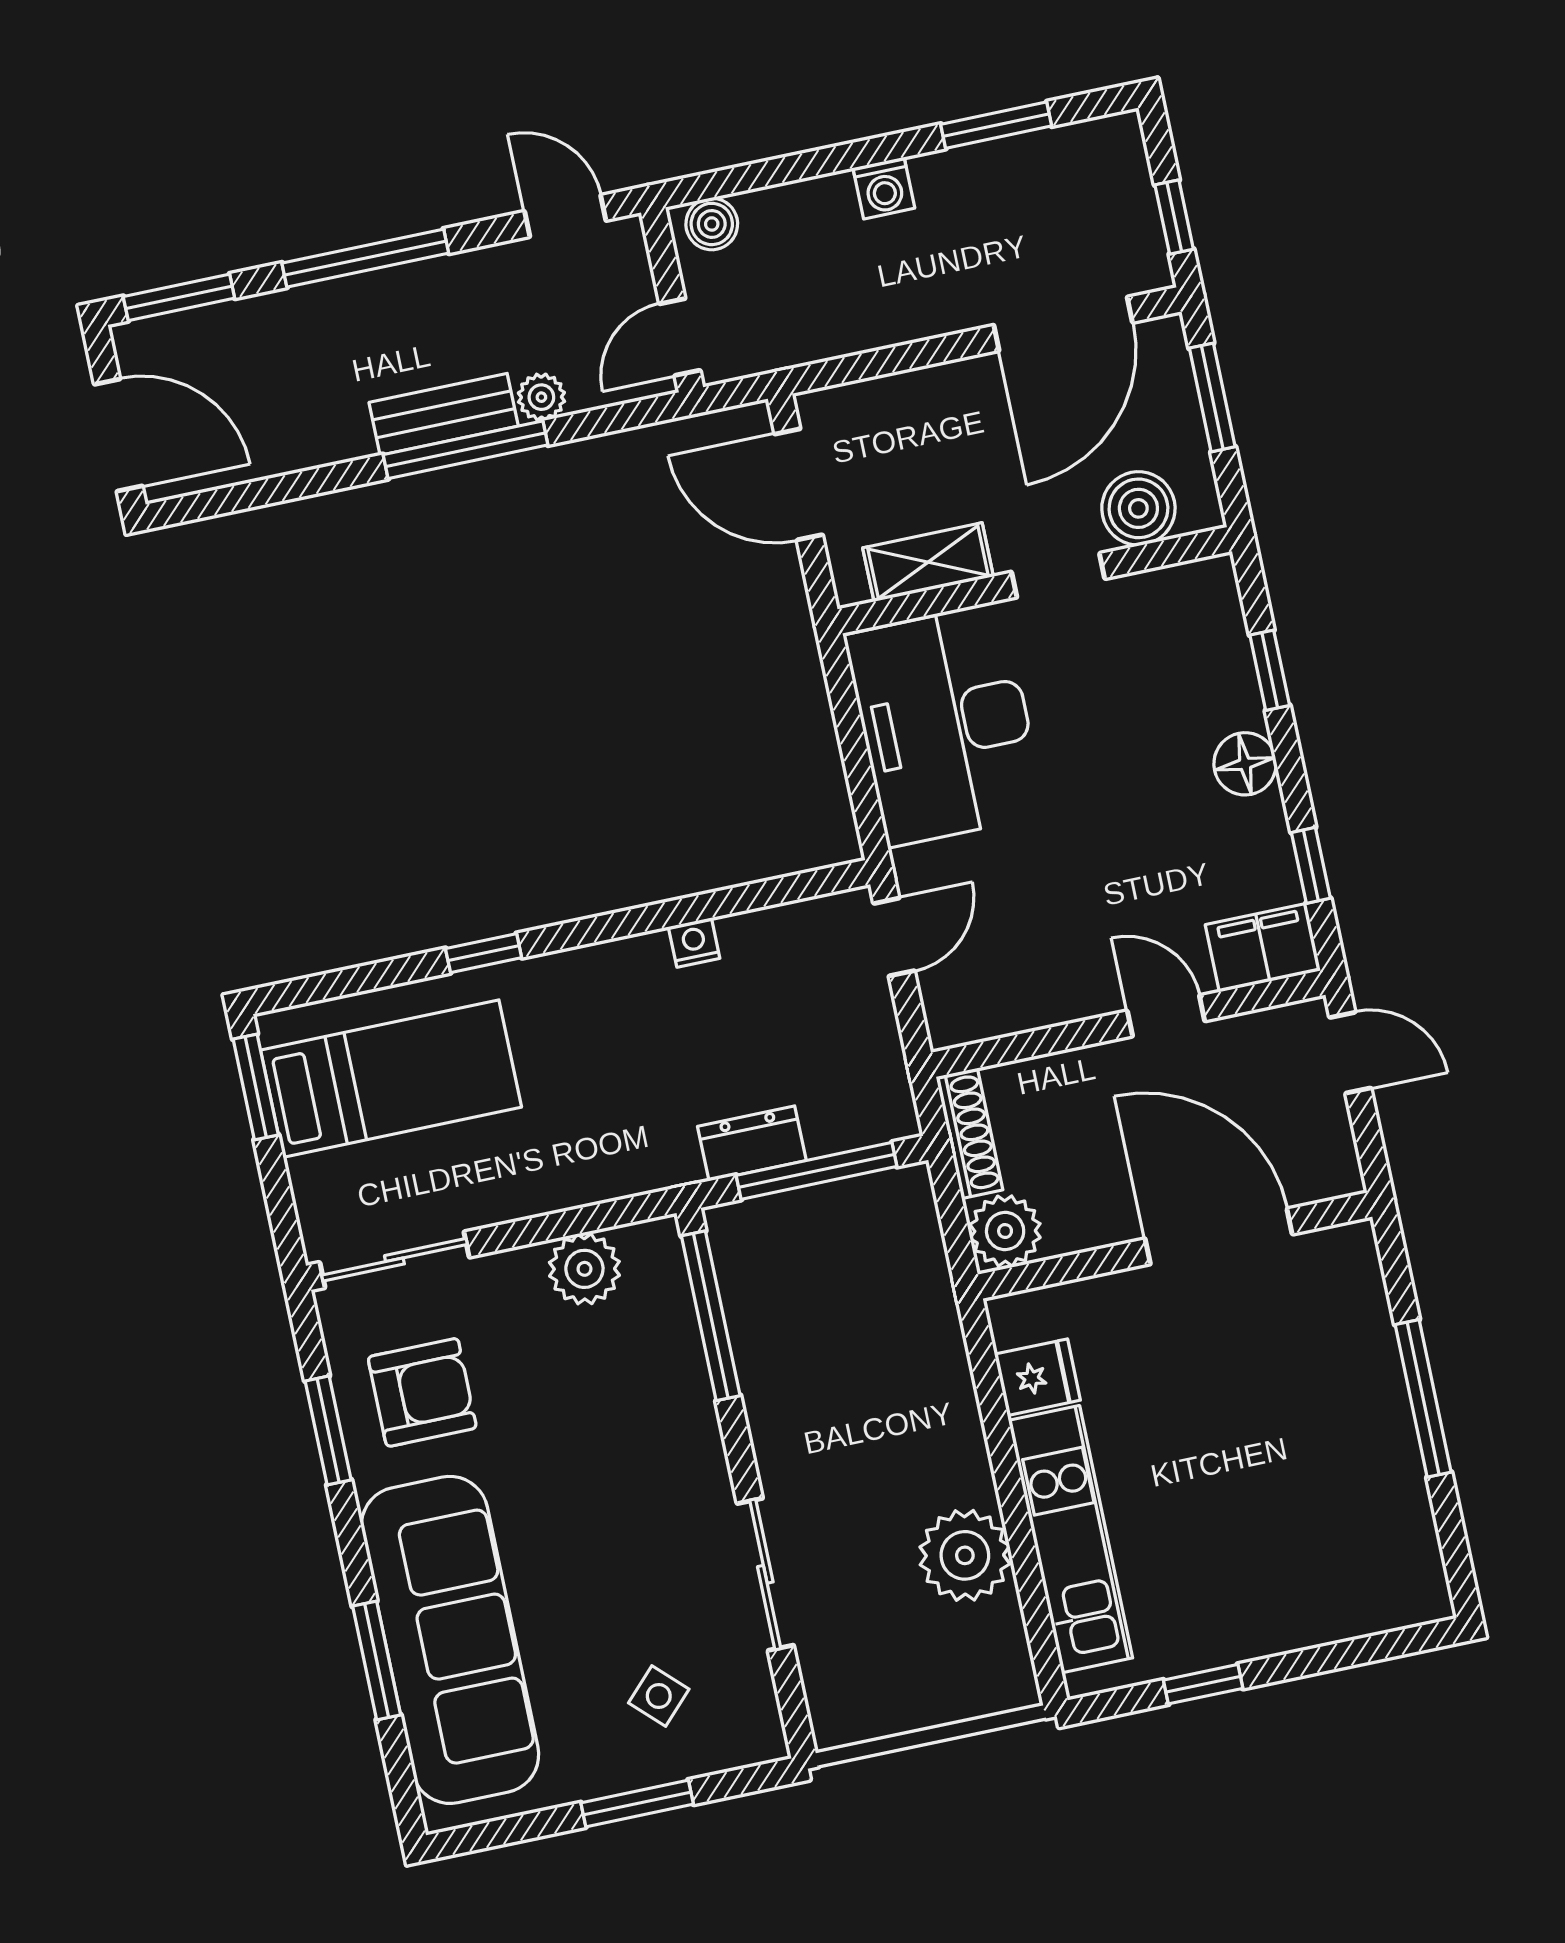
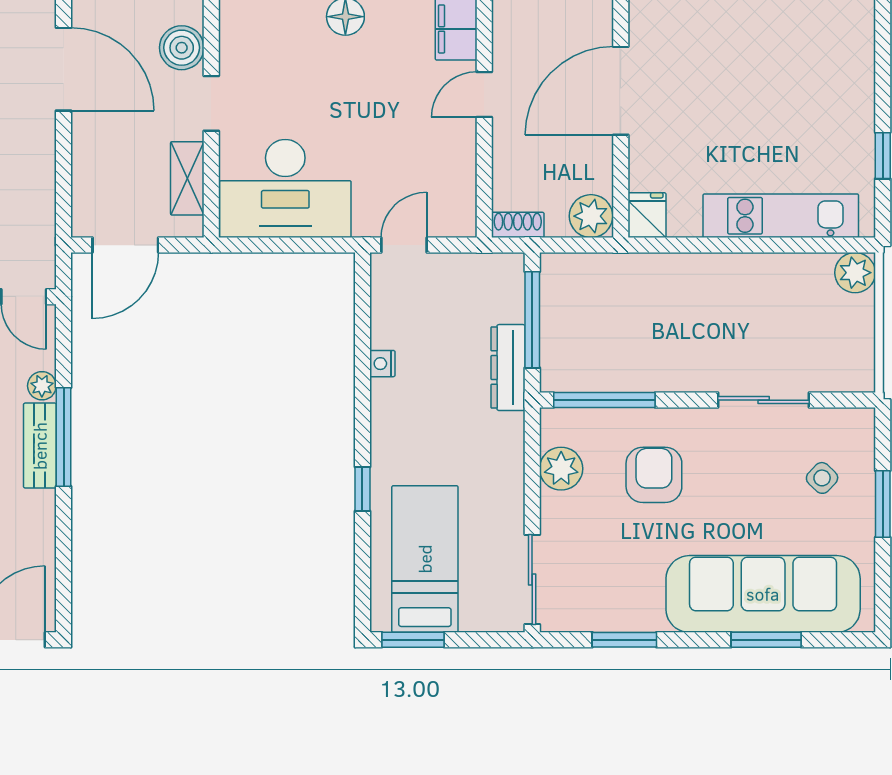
door: (894, 937) -> (404, 245), hinge flipped
shoe rack: (969, 1133) -> (518, 225), width x0.70
dresser: (752, 1143) -> (508, 368), width x1.44
fridge: (1037, 1377) -> (647, 215), moved
armchair: (422, 1392) -> (654, 475), moved
plant: (965, 1555) -> (855, 273), moved, width x0.73, depth x0.73

